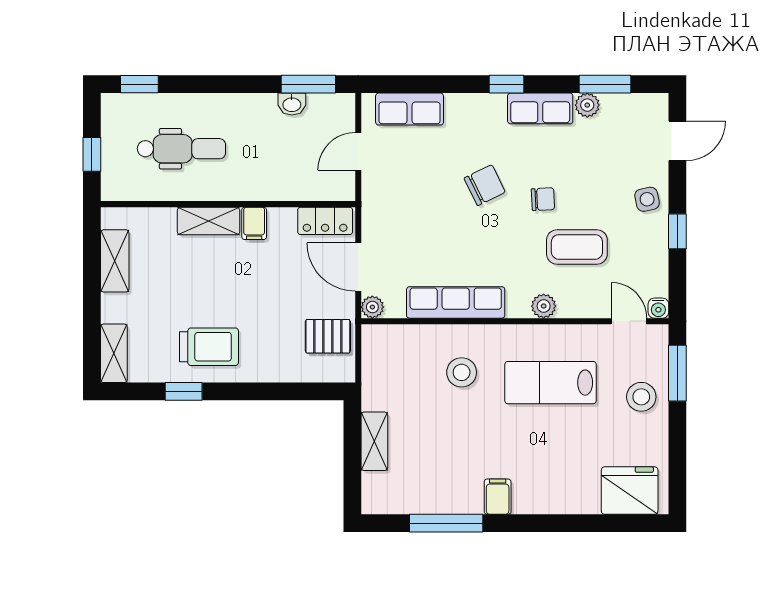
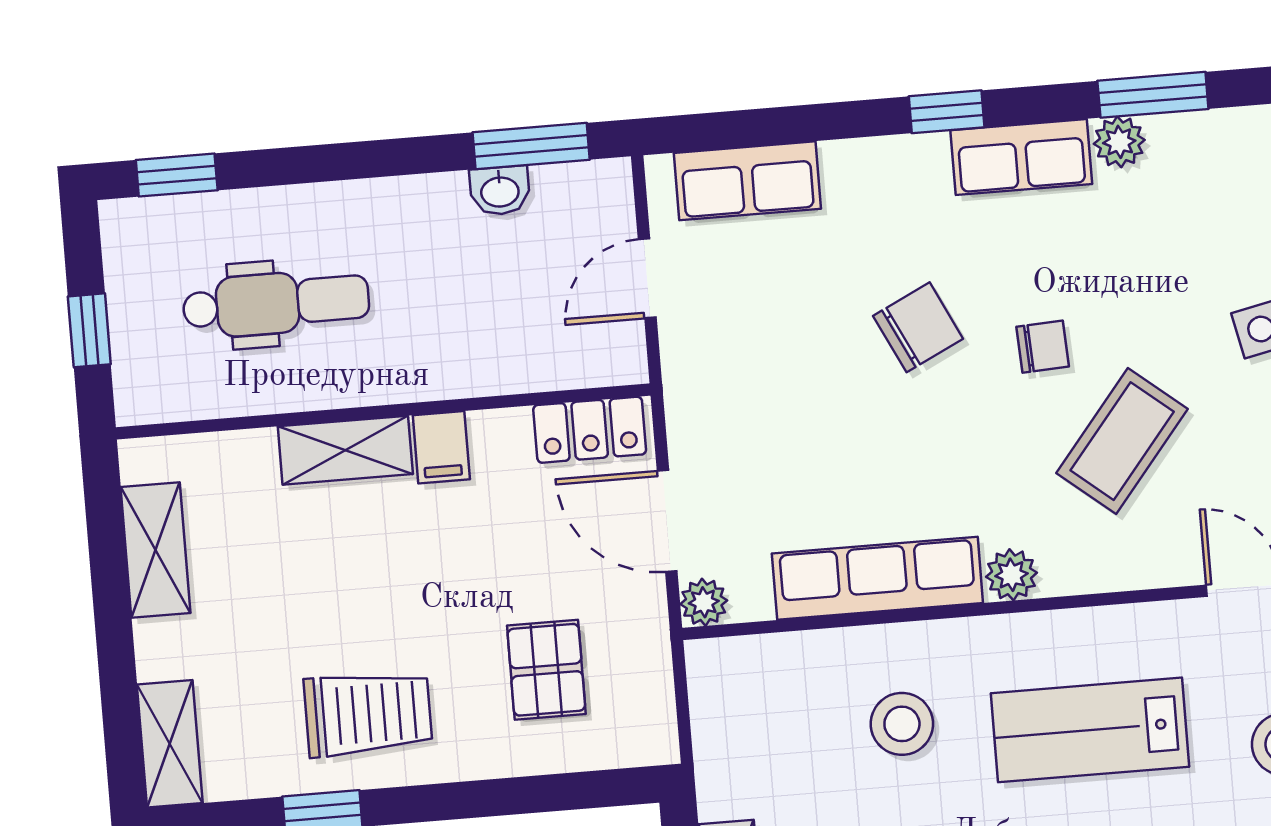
coffee table: (577, 247) -> (1122, 441), turned -51
plant: (544, 306) -> (1011, 575), moved
pallet: (328, 336) -> (546, 670), moved, turned 90

